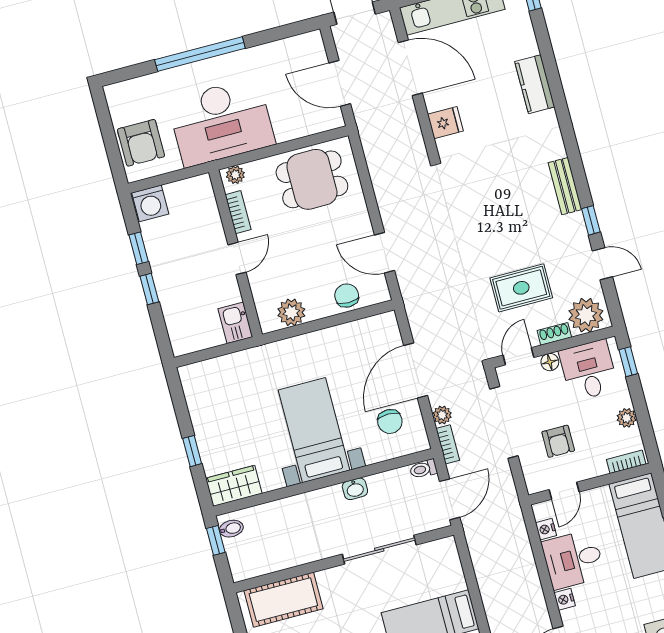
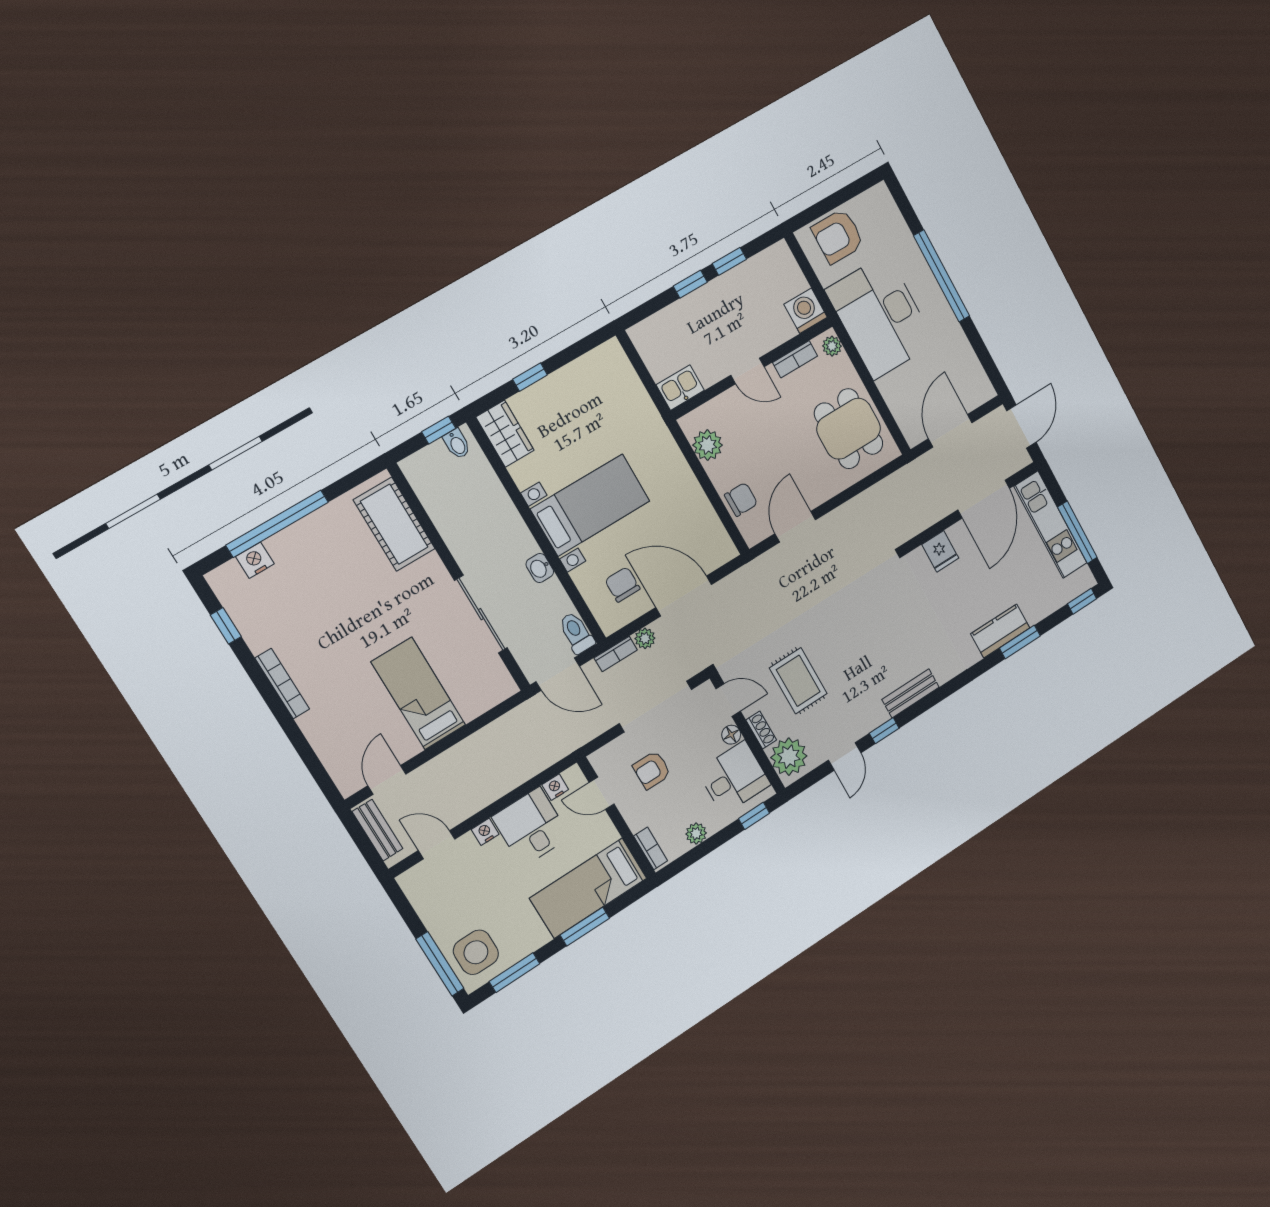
window: (551, 68) -> (1020, 642), added
washing machine: (150, 203) -> (806, 311), moved, turned 90
chair: (390, 421) -> (622, 584), turned 90
toilet: (423, 469) -> (576, 633), width x1.37, depth x1.39

